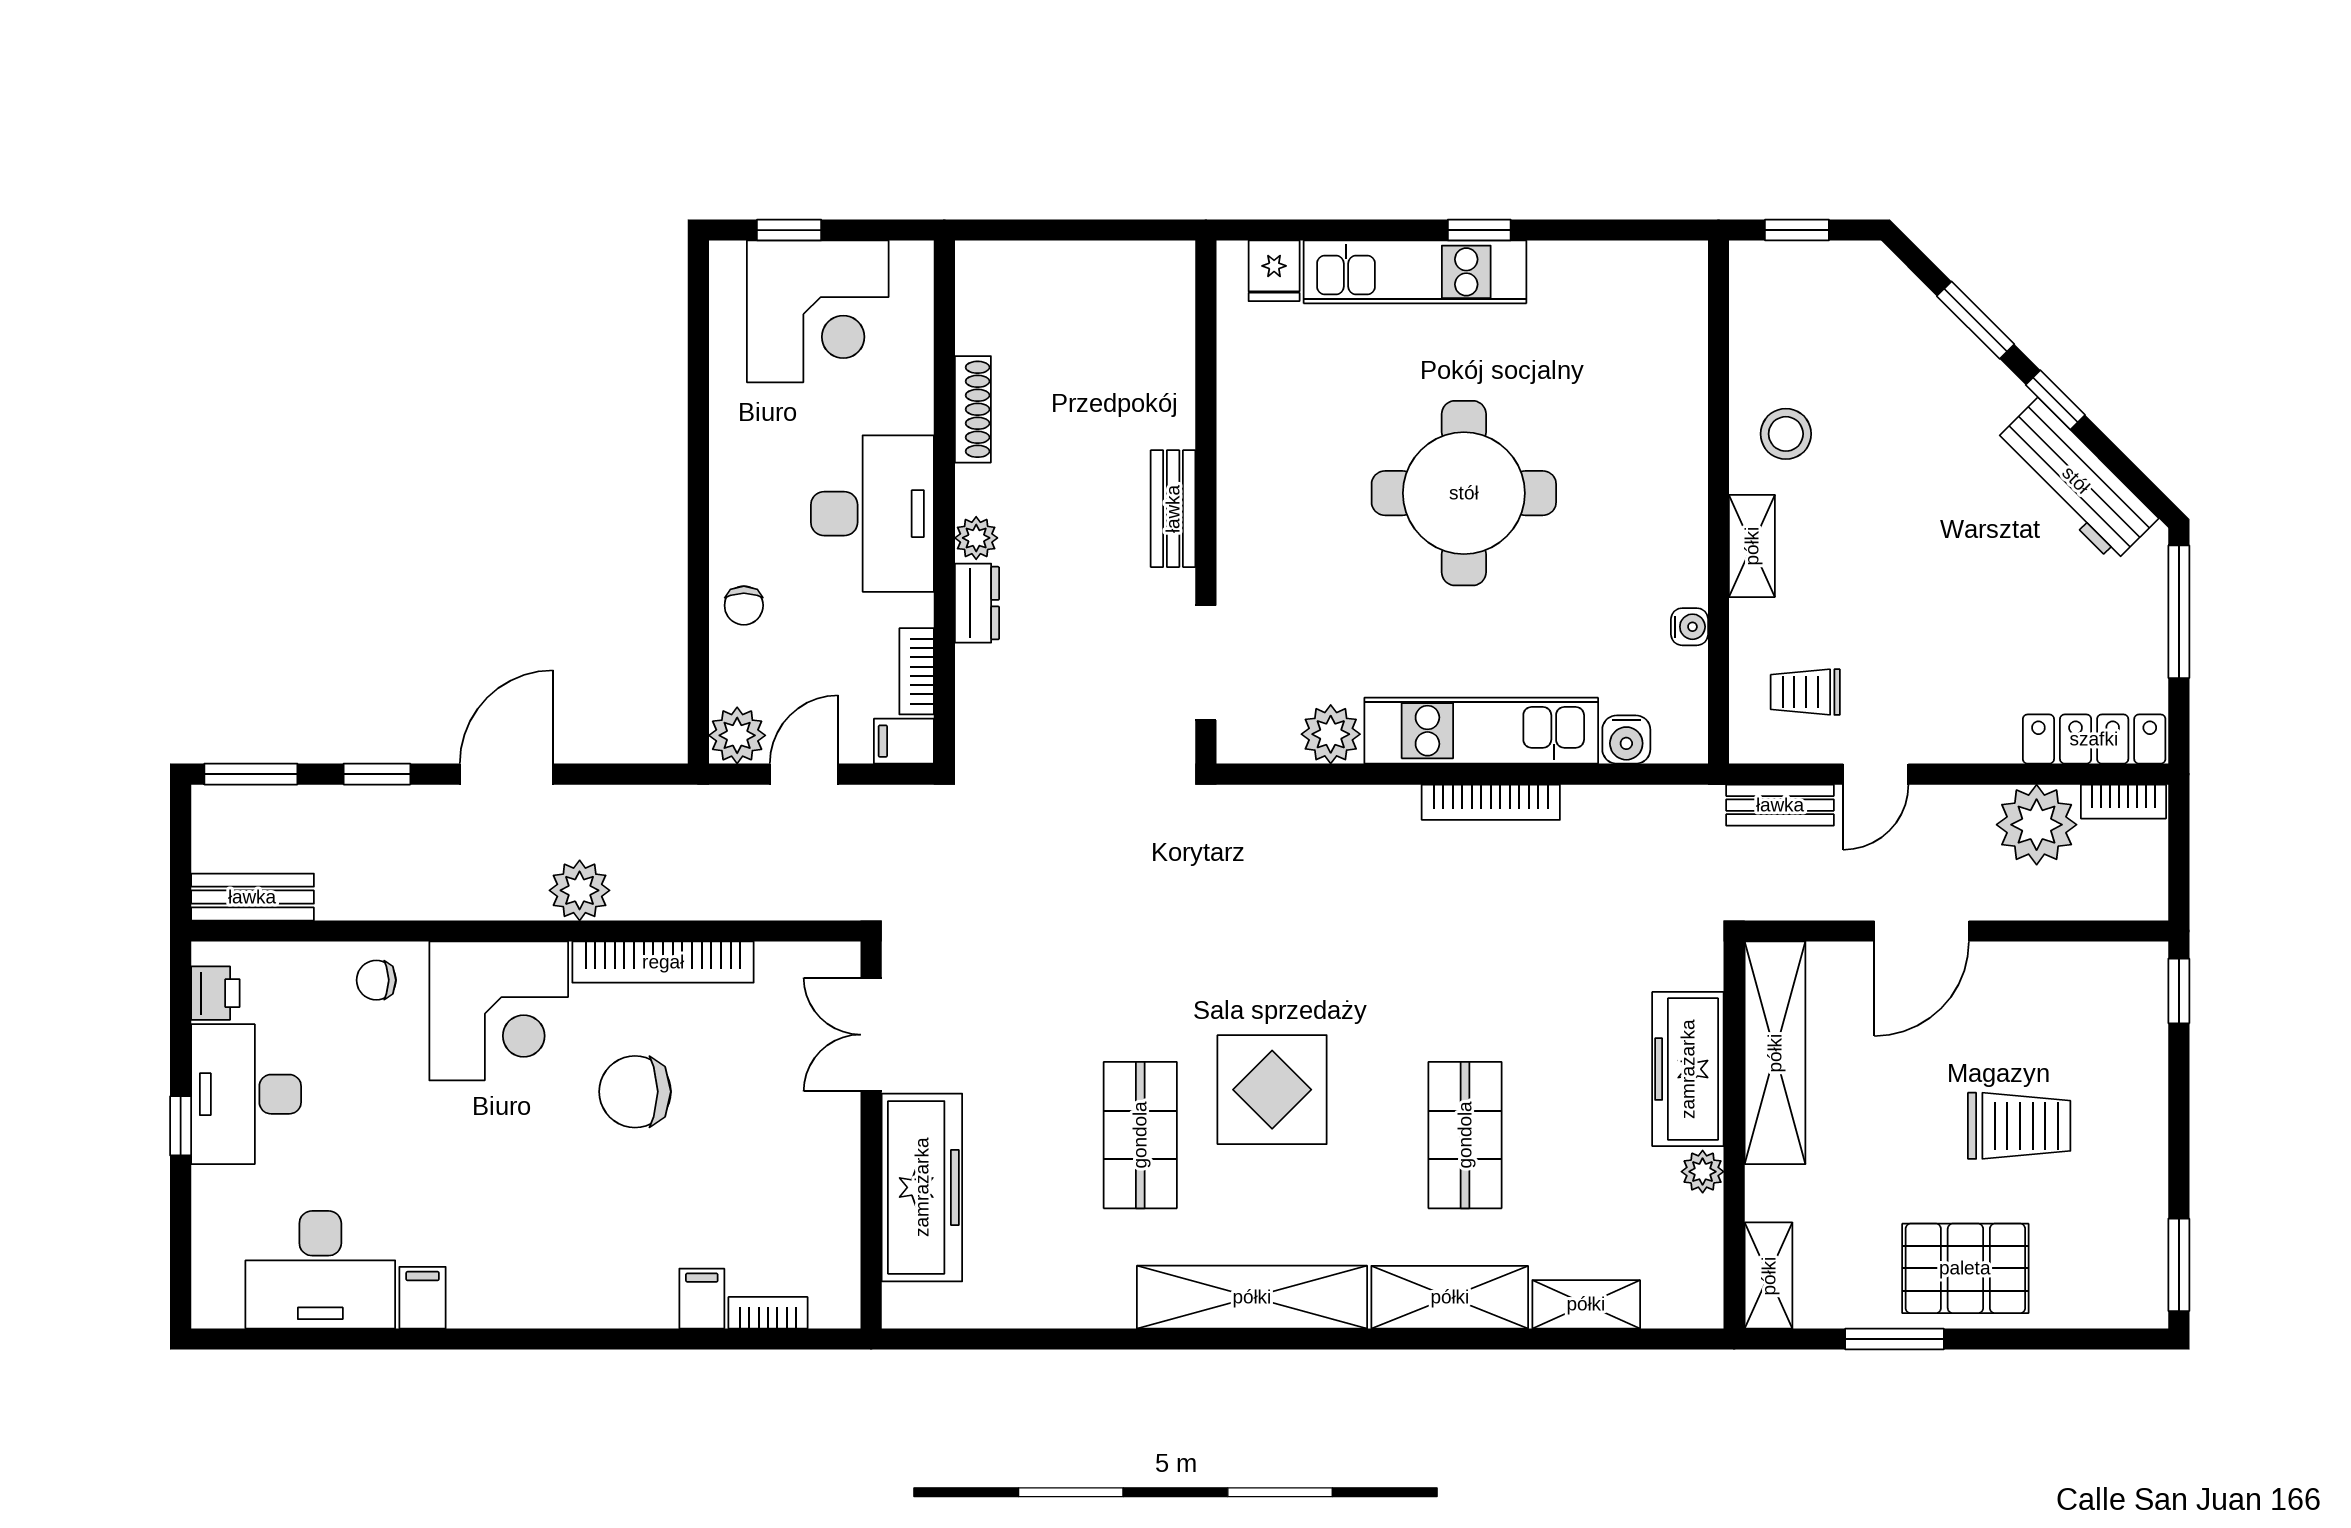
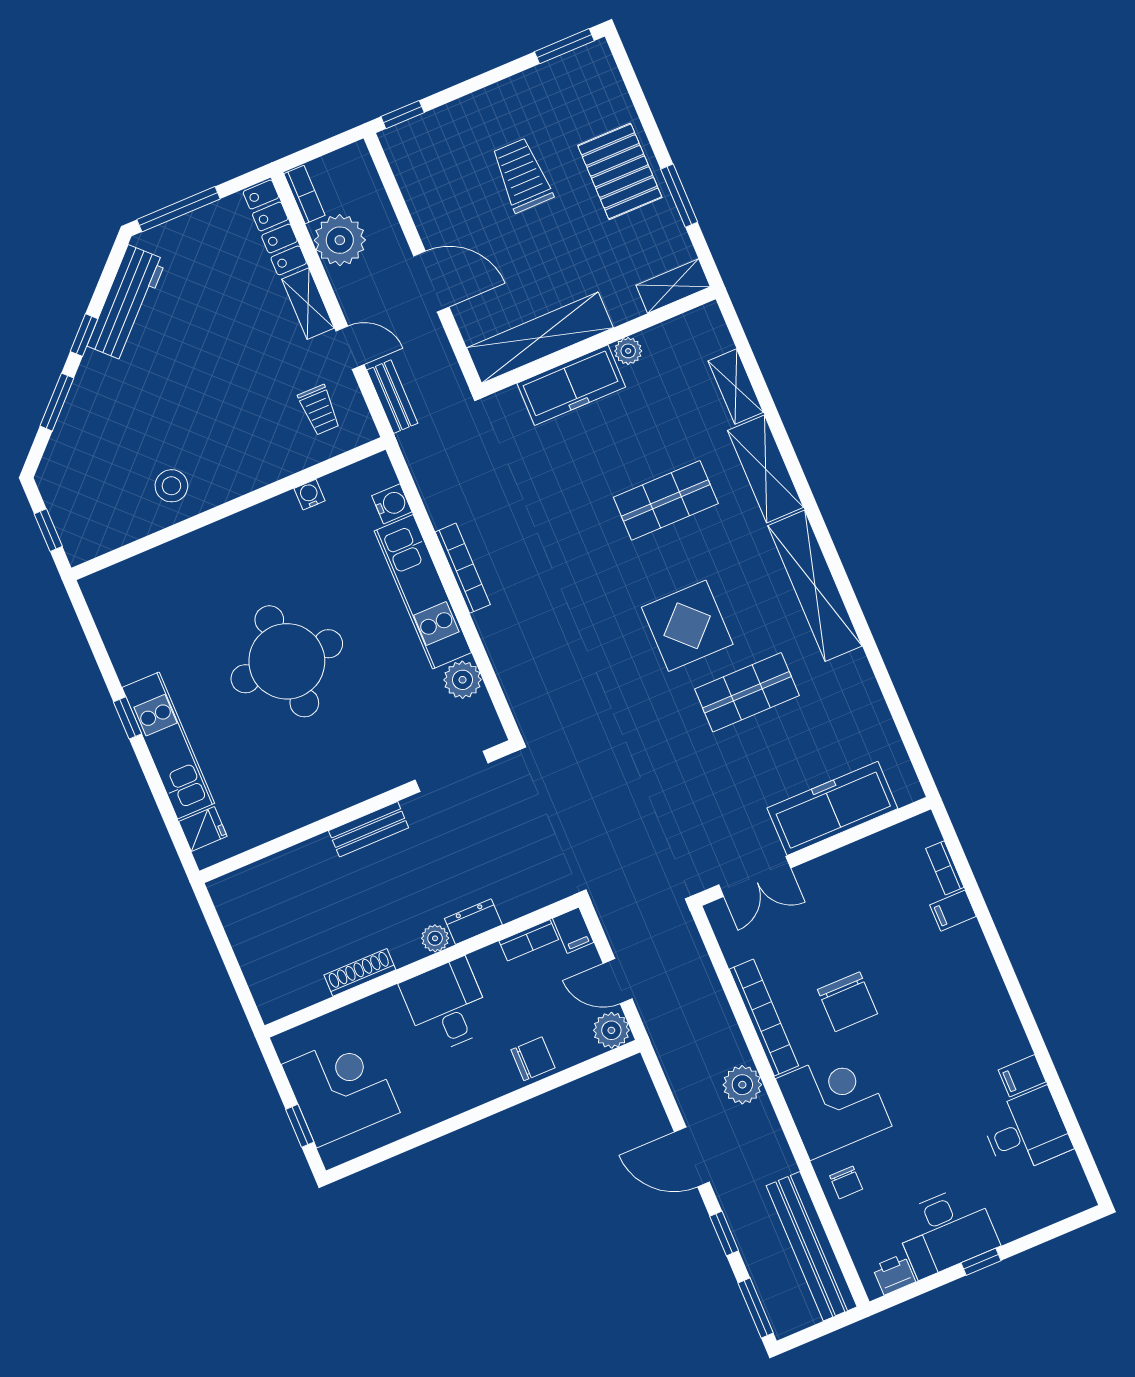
desk: (872, 514) -> (447, 1006), width x0.73
shelving: (1752, 546) -> (308, 304), moved, turned 90
chair: (744, 605) -> (533, 1059), width x1.37, depth x1.37
bench: (252, 897) -> (812, 1246), width x1.86, depth x1.21
desk: (320, 1270) -> (1026, 1131), width x0.73

